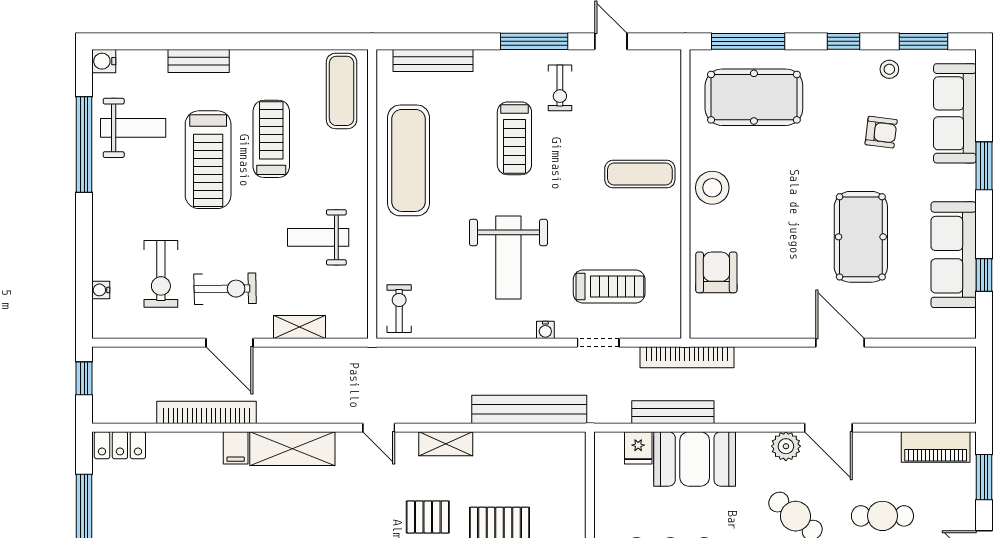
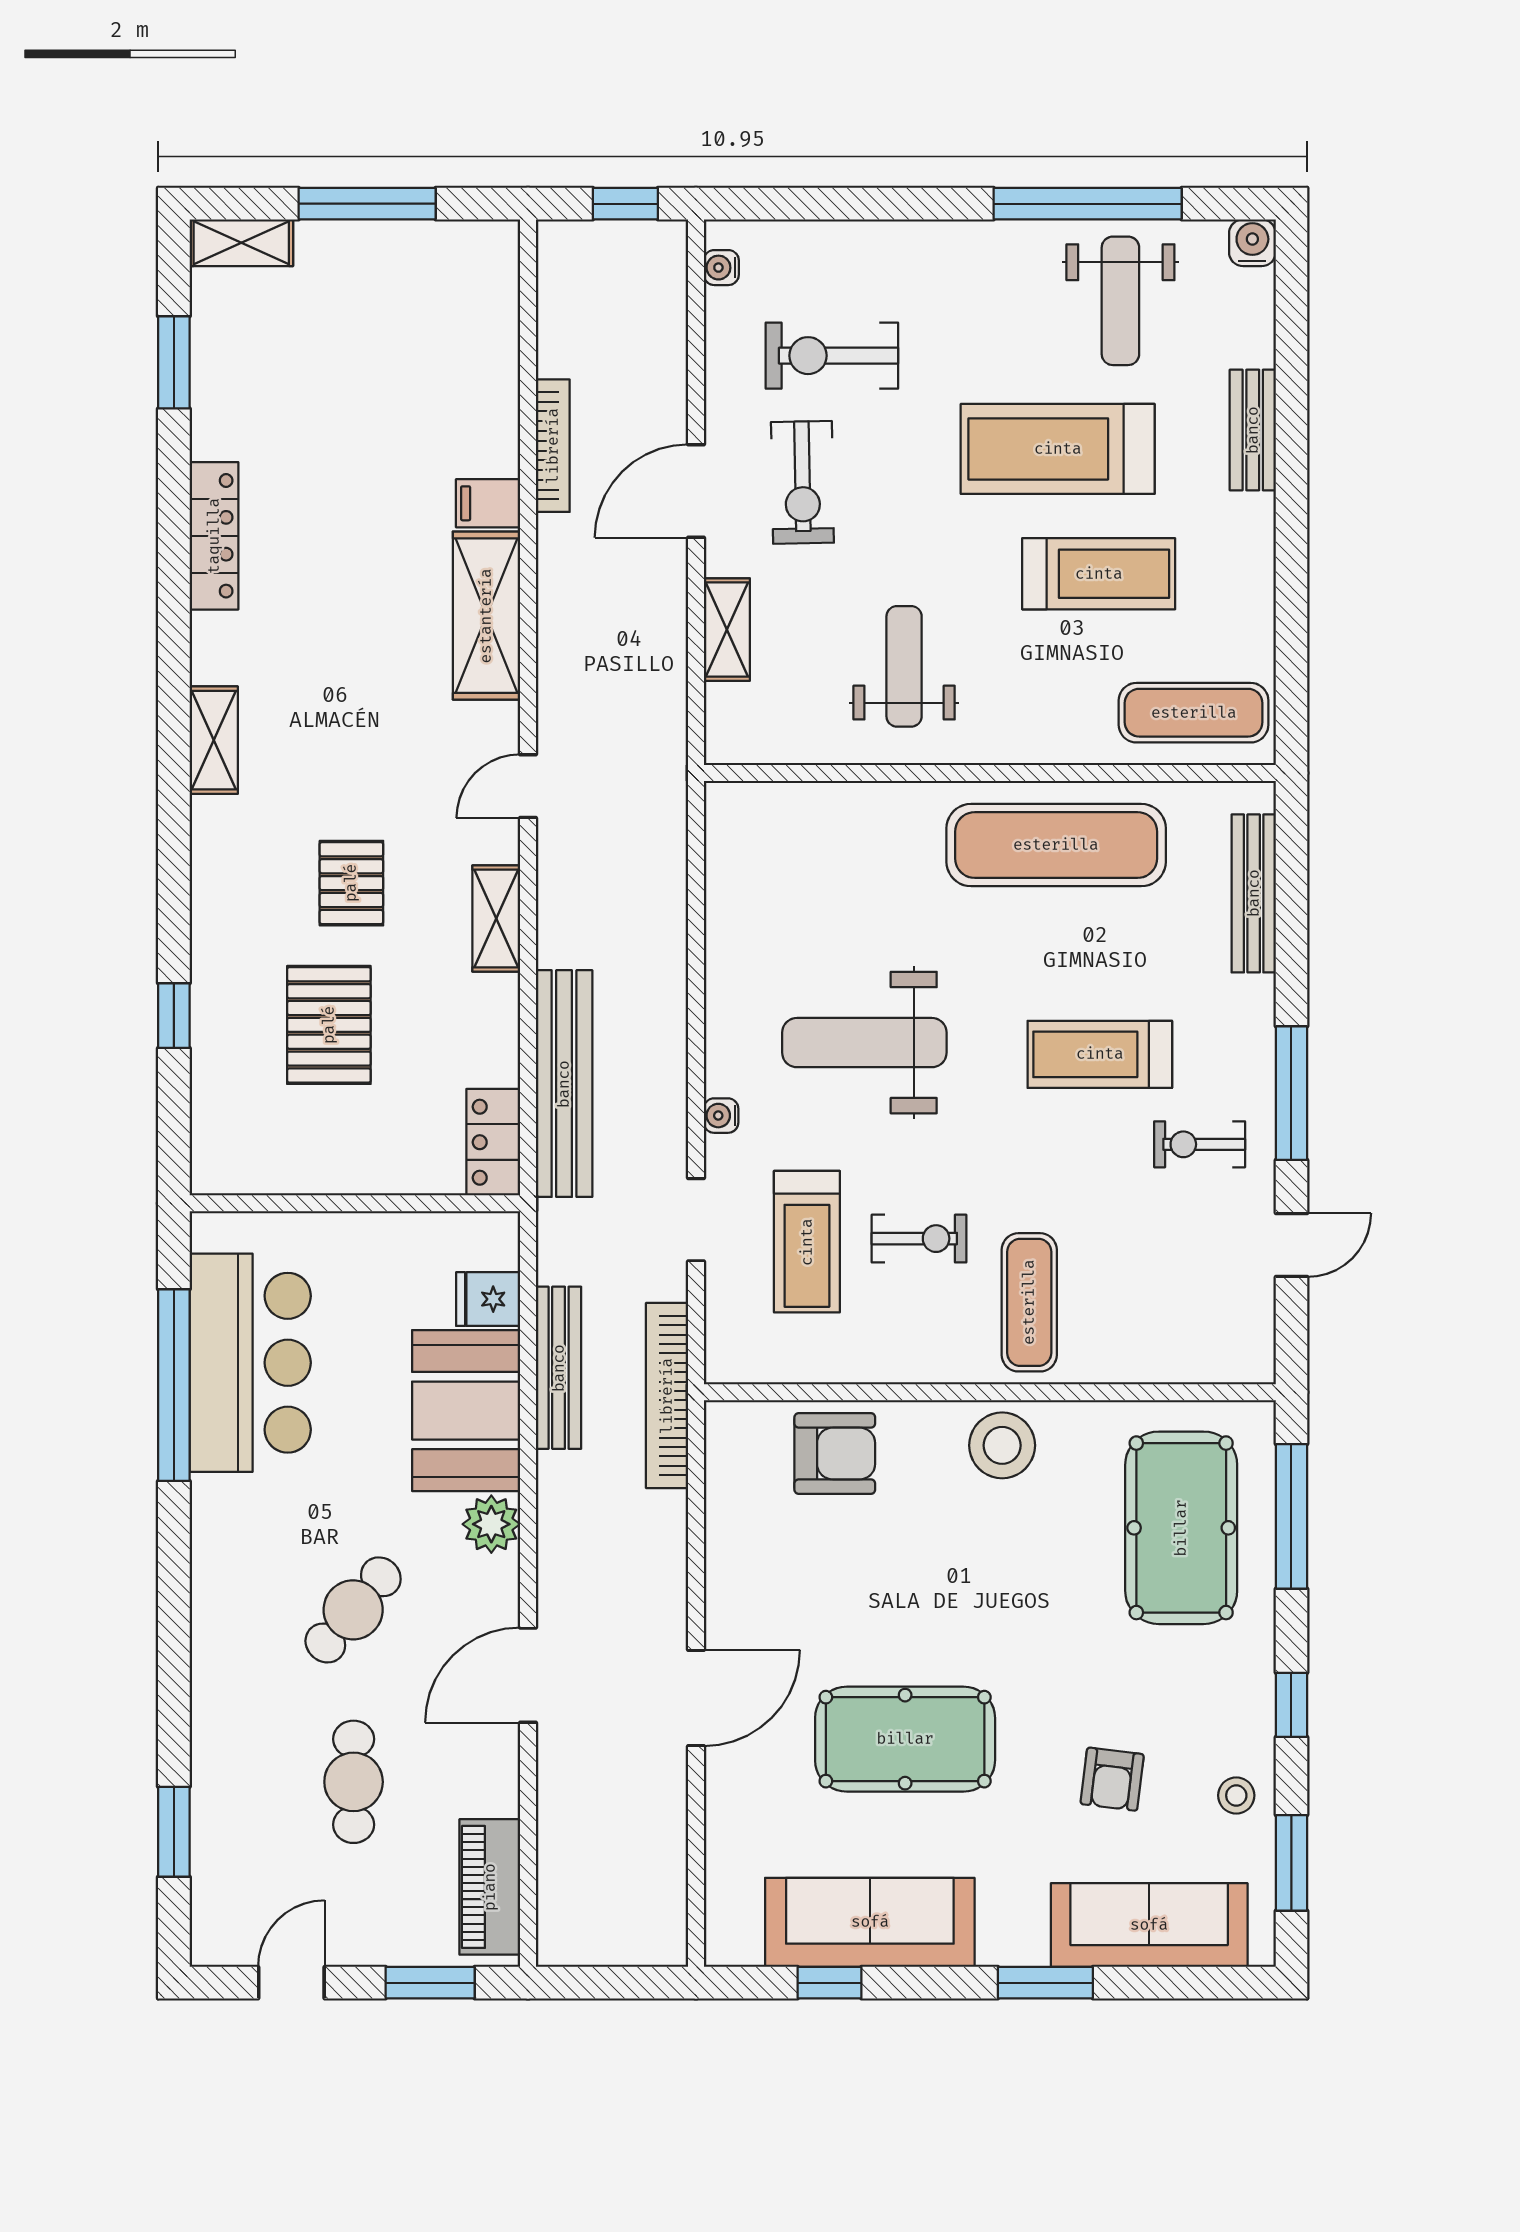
water cooler: (101, 290) -> (721, 268), moved, turned -90
exercise bike: (399, 309) -> (919, 1239), moved
bookcase: (206, 412) -> (553, 446), width x0.68, depth x0.76
locker: (120, 445) -> (493, 1142), moved
plant: (786, 446) -> (491, 1524), moved

